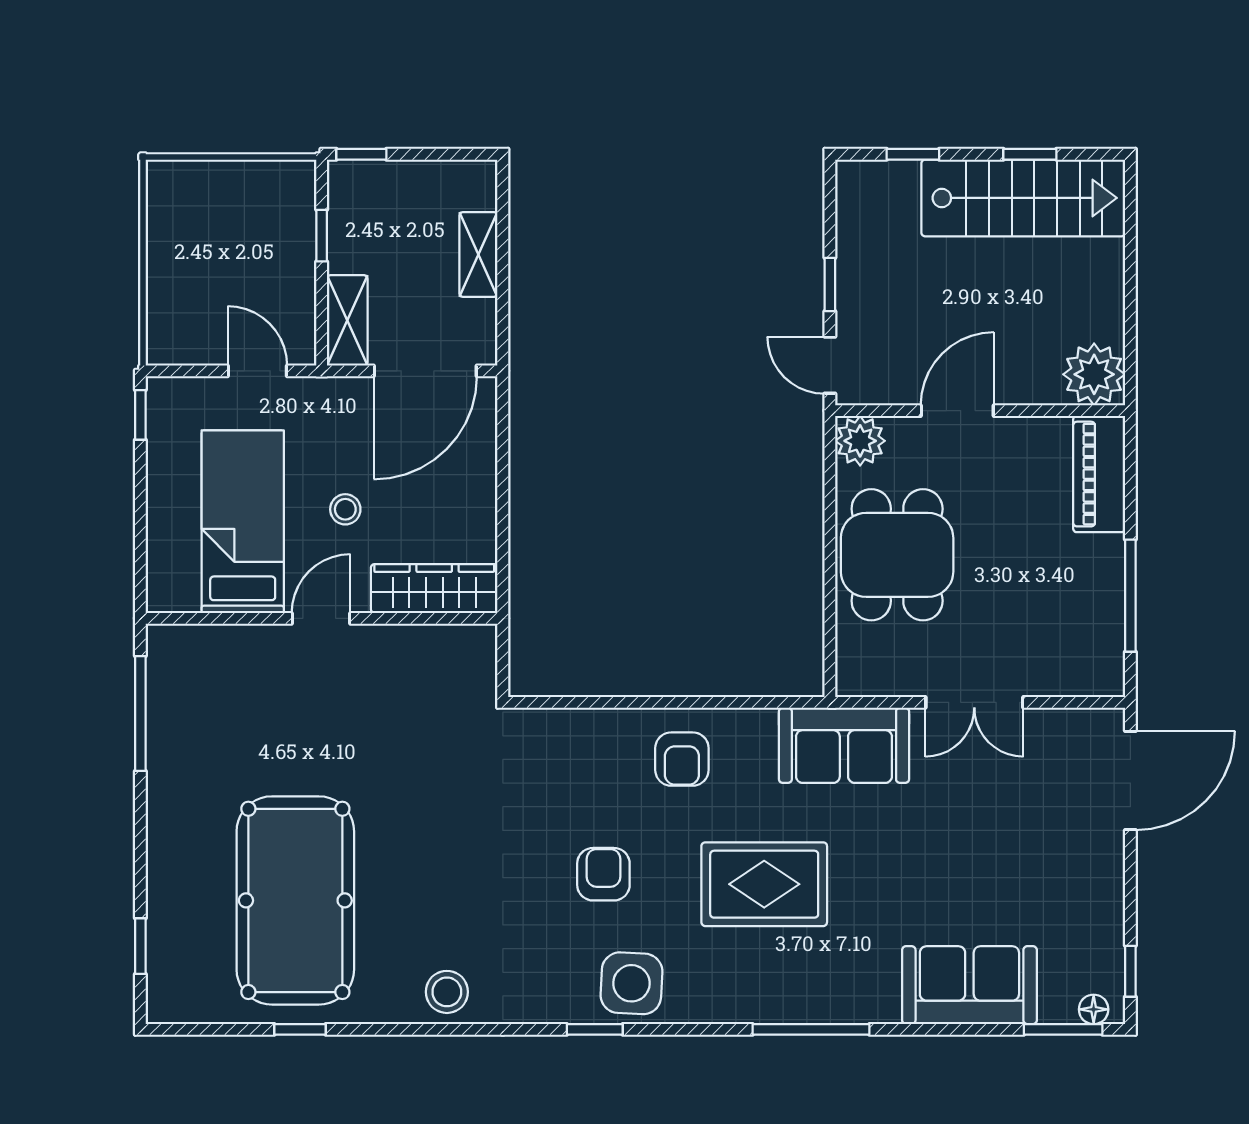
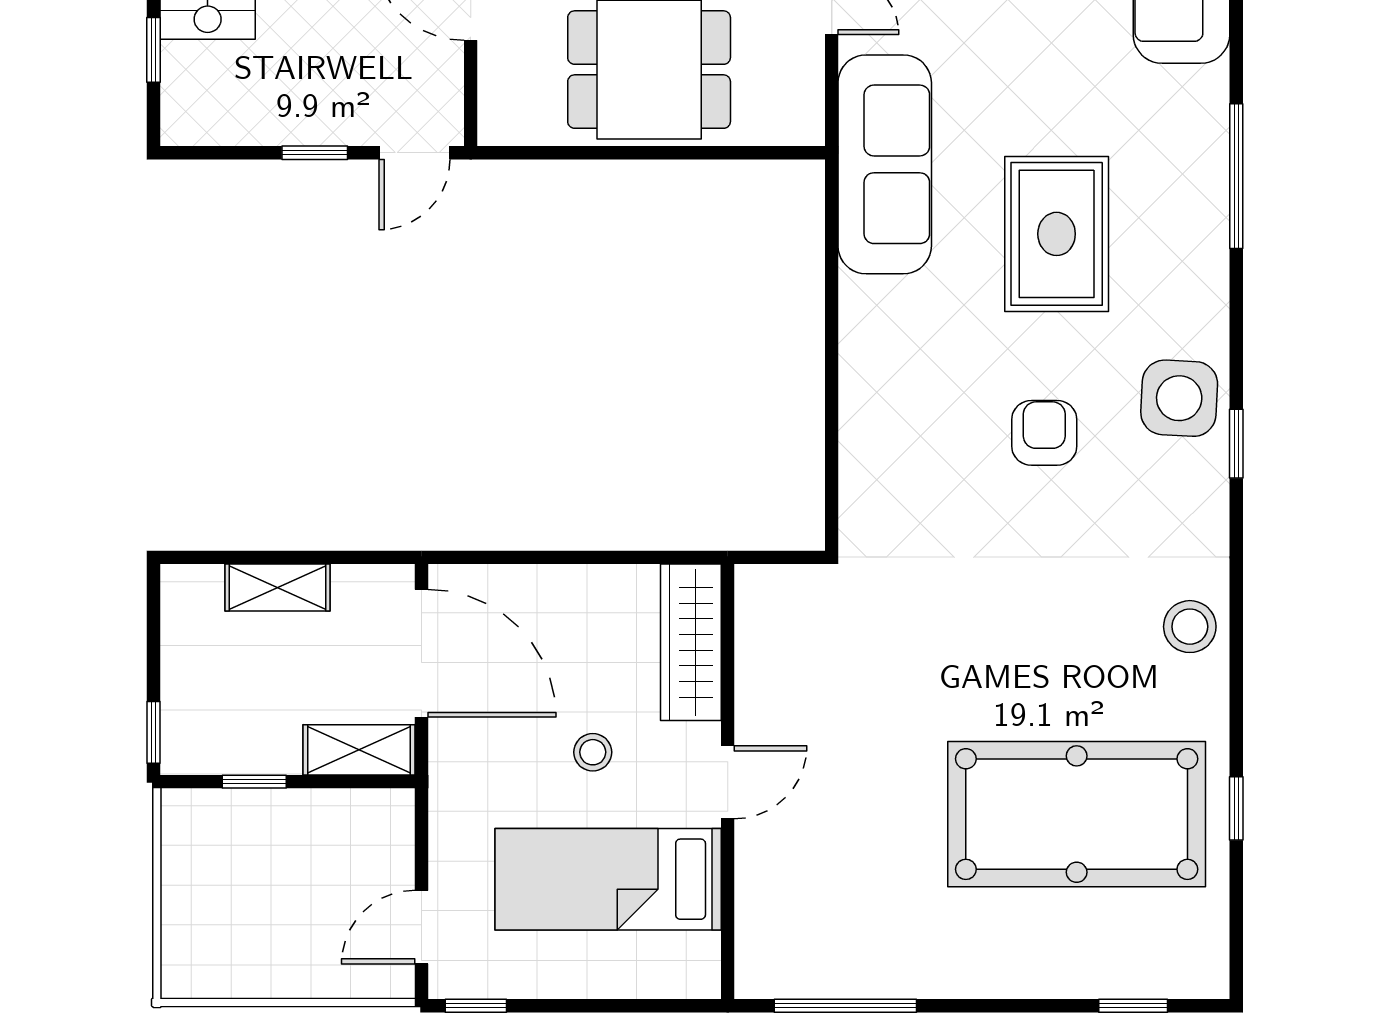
door: (257, 371) -> (421, 927), moved
plant: (860, 441) -> (508, 115), removed
door: (321, 618) -> (728, 782), swing flipped
sofa: (844, 745) -> (885, 164), width x1.36
armchair: (682, 759) -> (902, 336), removed
armchair: (603, 874) -> (1044, 433), turned 90

